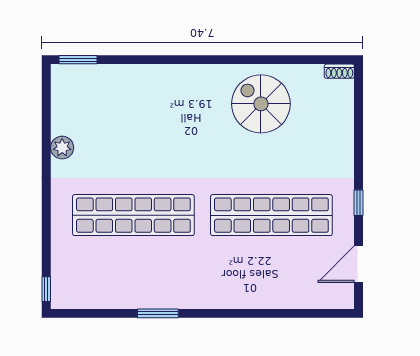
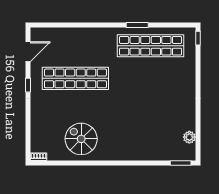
spiral stairs: (261, 104) -> (81, 139), turned 180
plant: (62, 148) -> (189, 137), moved
shop shelf: (133, 215) -> (151, 46), moved

